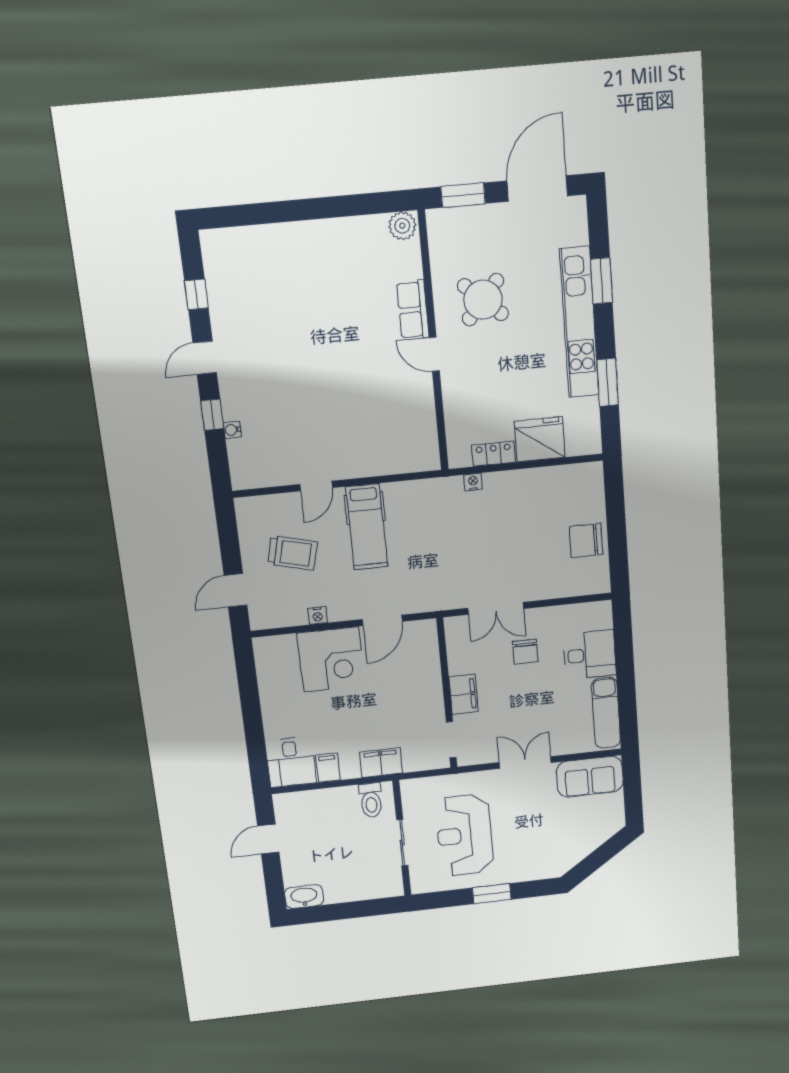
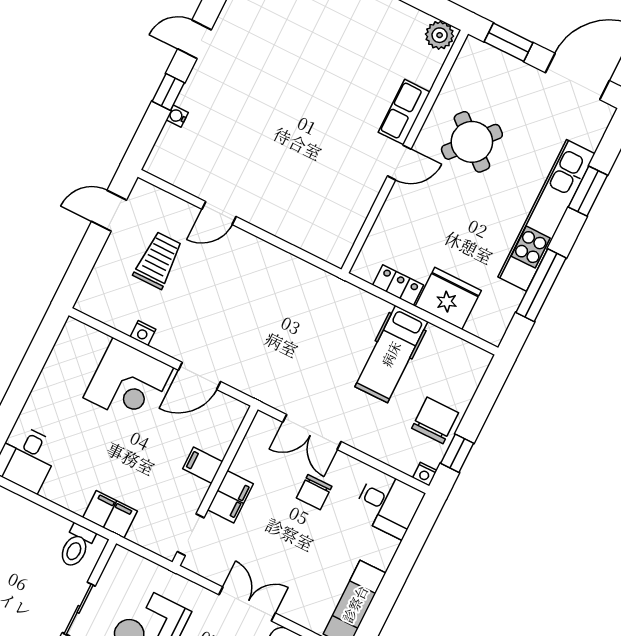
door: (434, 354) -> (399, 163), swing flipped
window: (608, 382) -> (541, 285), width x1.44
nightstand: (473, 482) -> (425, 474), moved, turned 180
hospital bed: (367, 527) -> (391, 354), moved
chair: (586, 540) -> (435, 420), turned 90
trolley: (293, 553) -> (158, 260), turned -104
window: (618, 555) -> (457, 453), added
door: (235, 590) -> (109, 211), moved
desk: (590, 655) -> (388, 504), moved
filing cabinet: (328, 768) -> (203, 465), moved, turned -90

